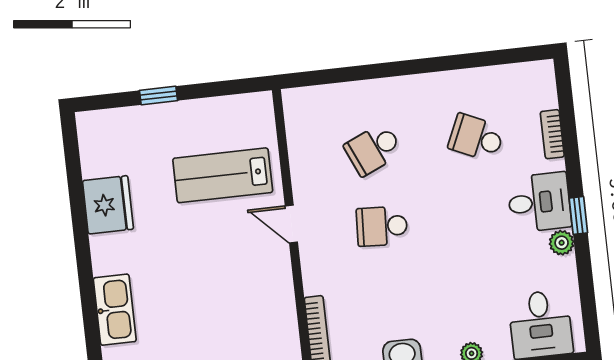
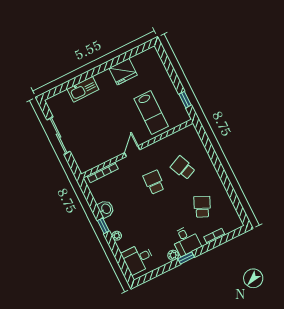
window: (159, 95) -> (185, 100), moved
lab bench: (223, 175) -> (151, 112), turned 180
door: (291, 224) -> (132, 151), moved

